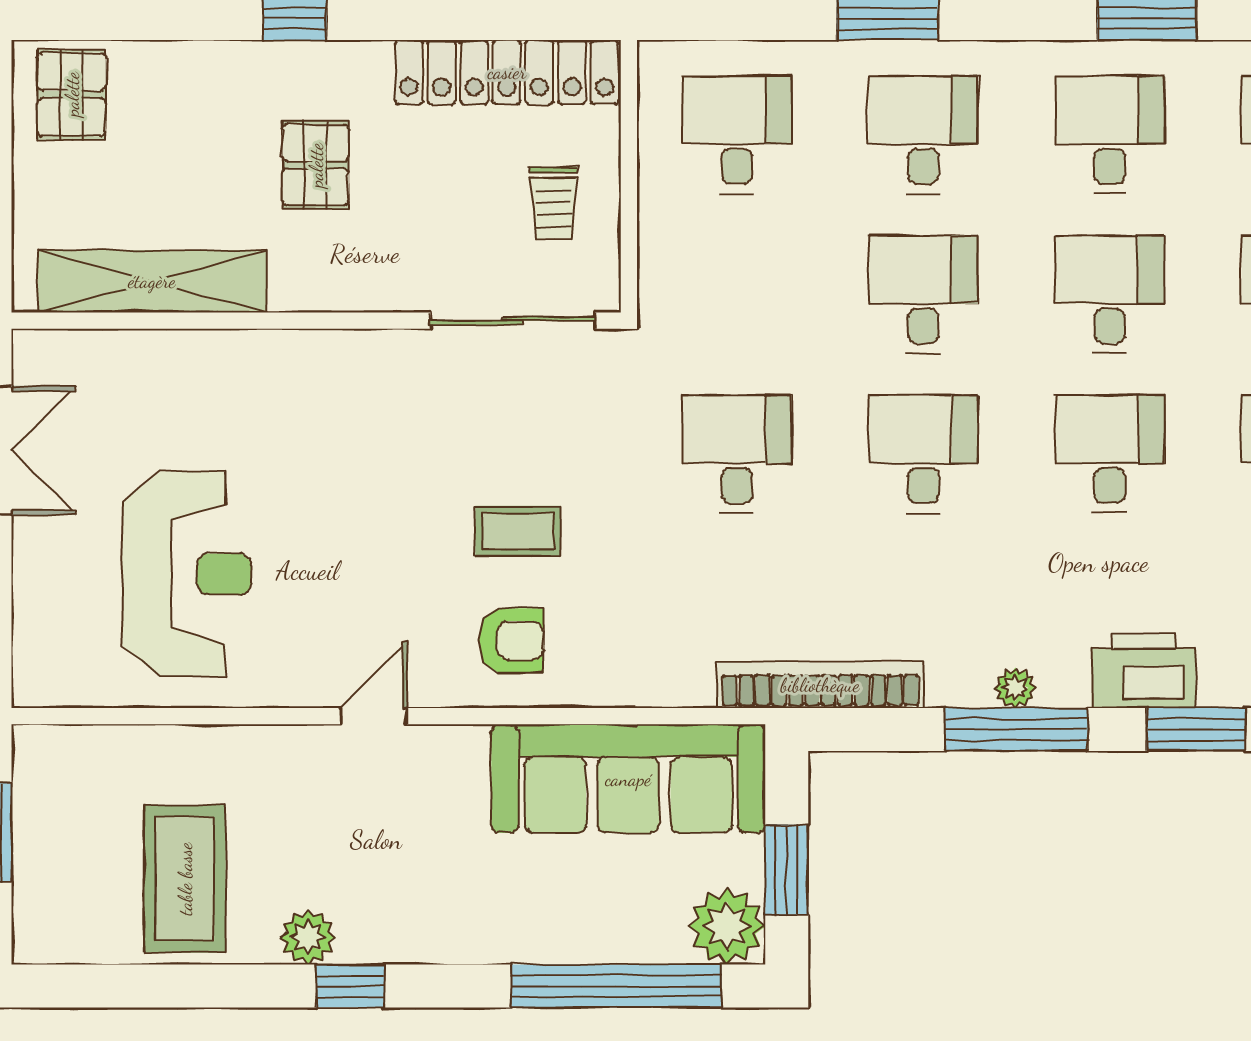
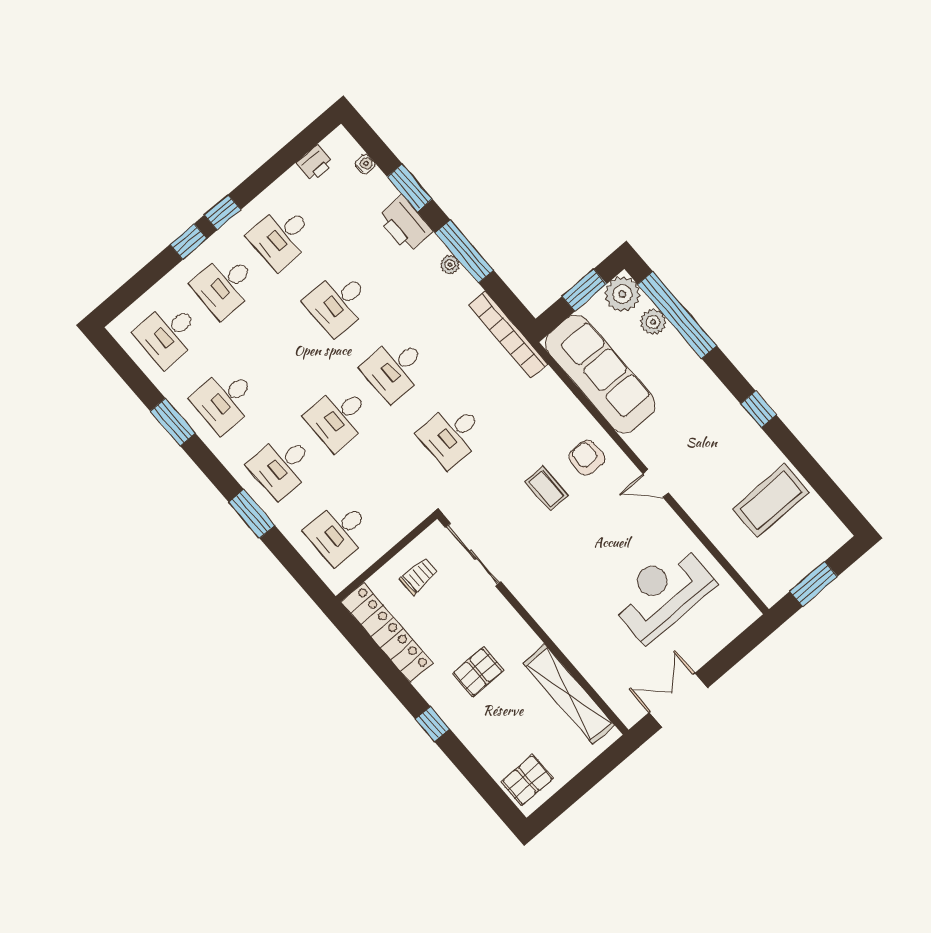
desk: (1110, 294) -> (282, 351), removed
plant: (308, 937) -> (653, 322), moved

